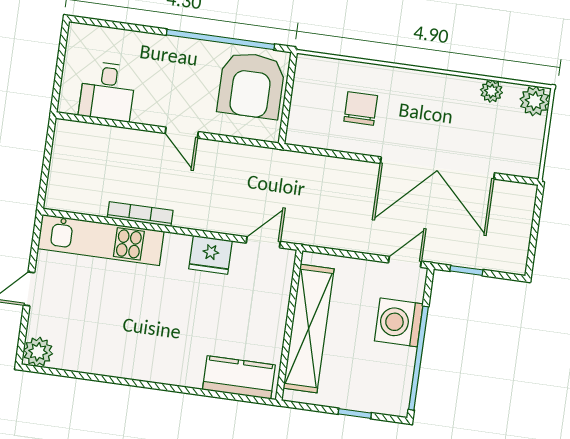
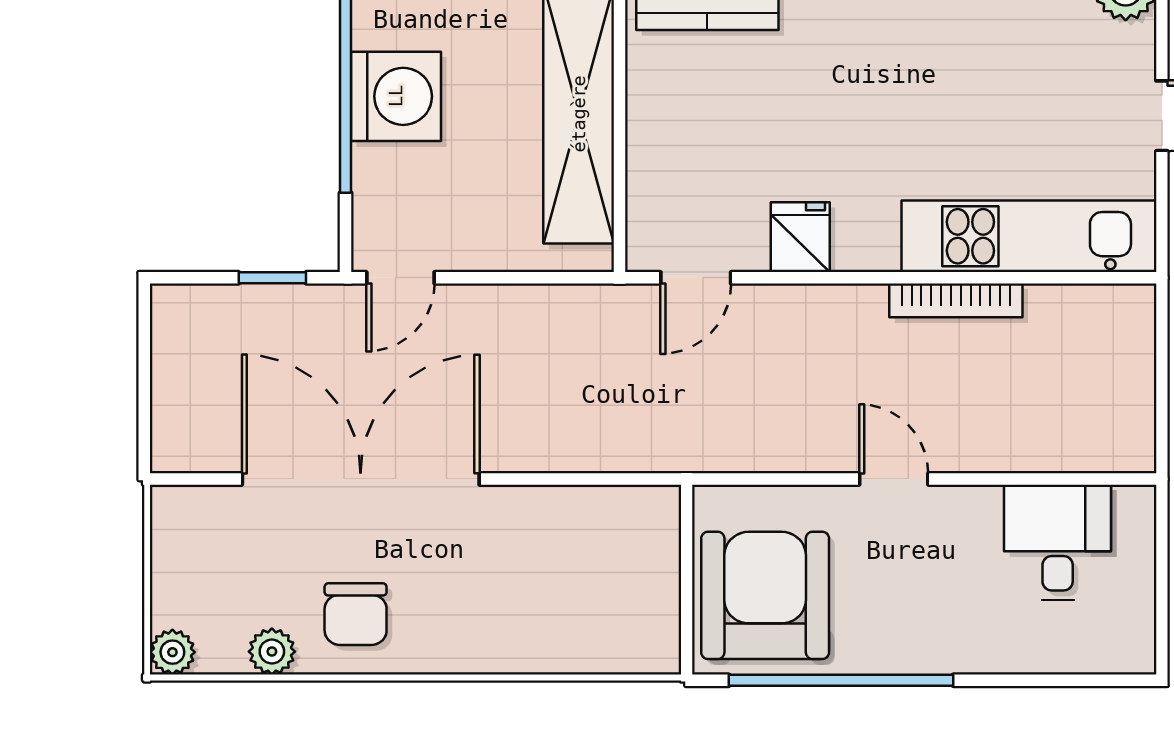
plant: (535, 101) -> (172, 652), width x0.73, depth x0.73
chair: (361, 108) -> (356, 614), moved
fridge: (210, 255) -> (800, 237), width x0.72
washing machine: (399, 322) -> (396, 96), moved

